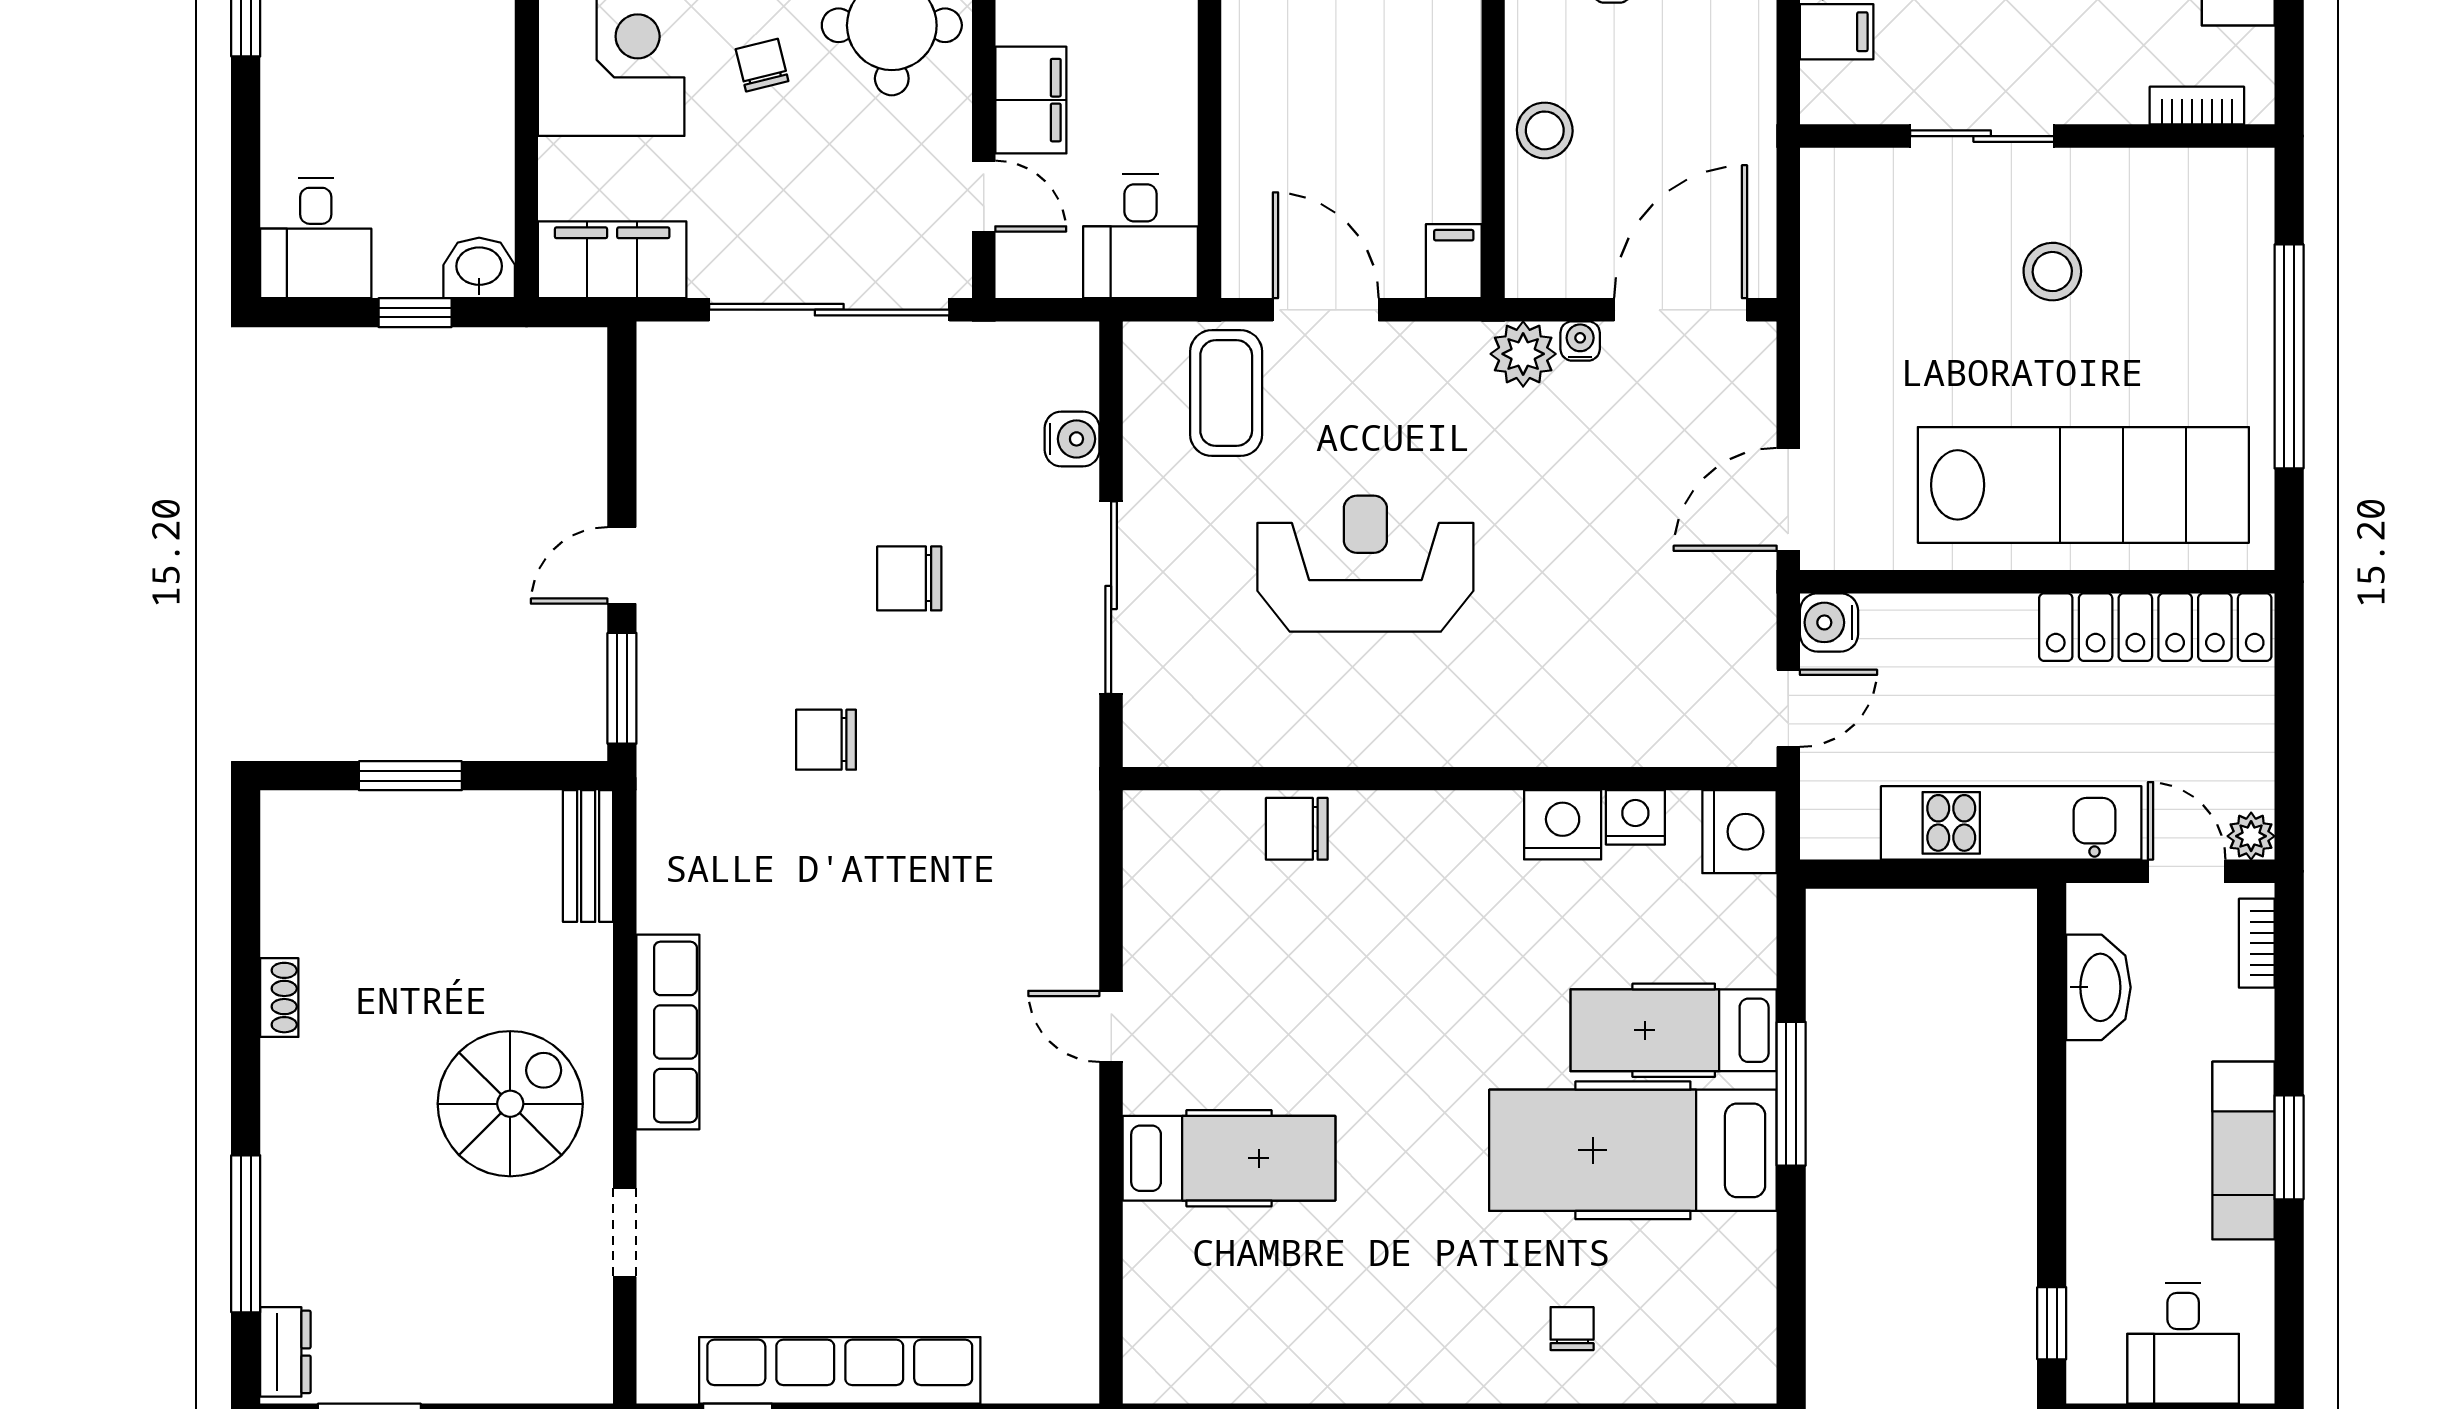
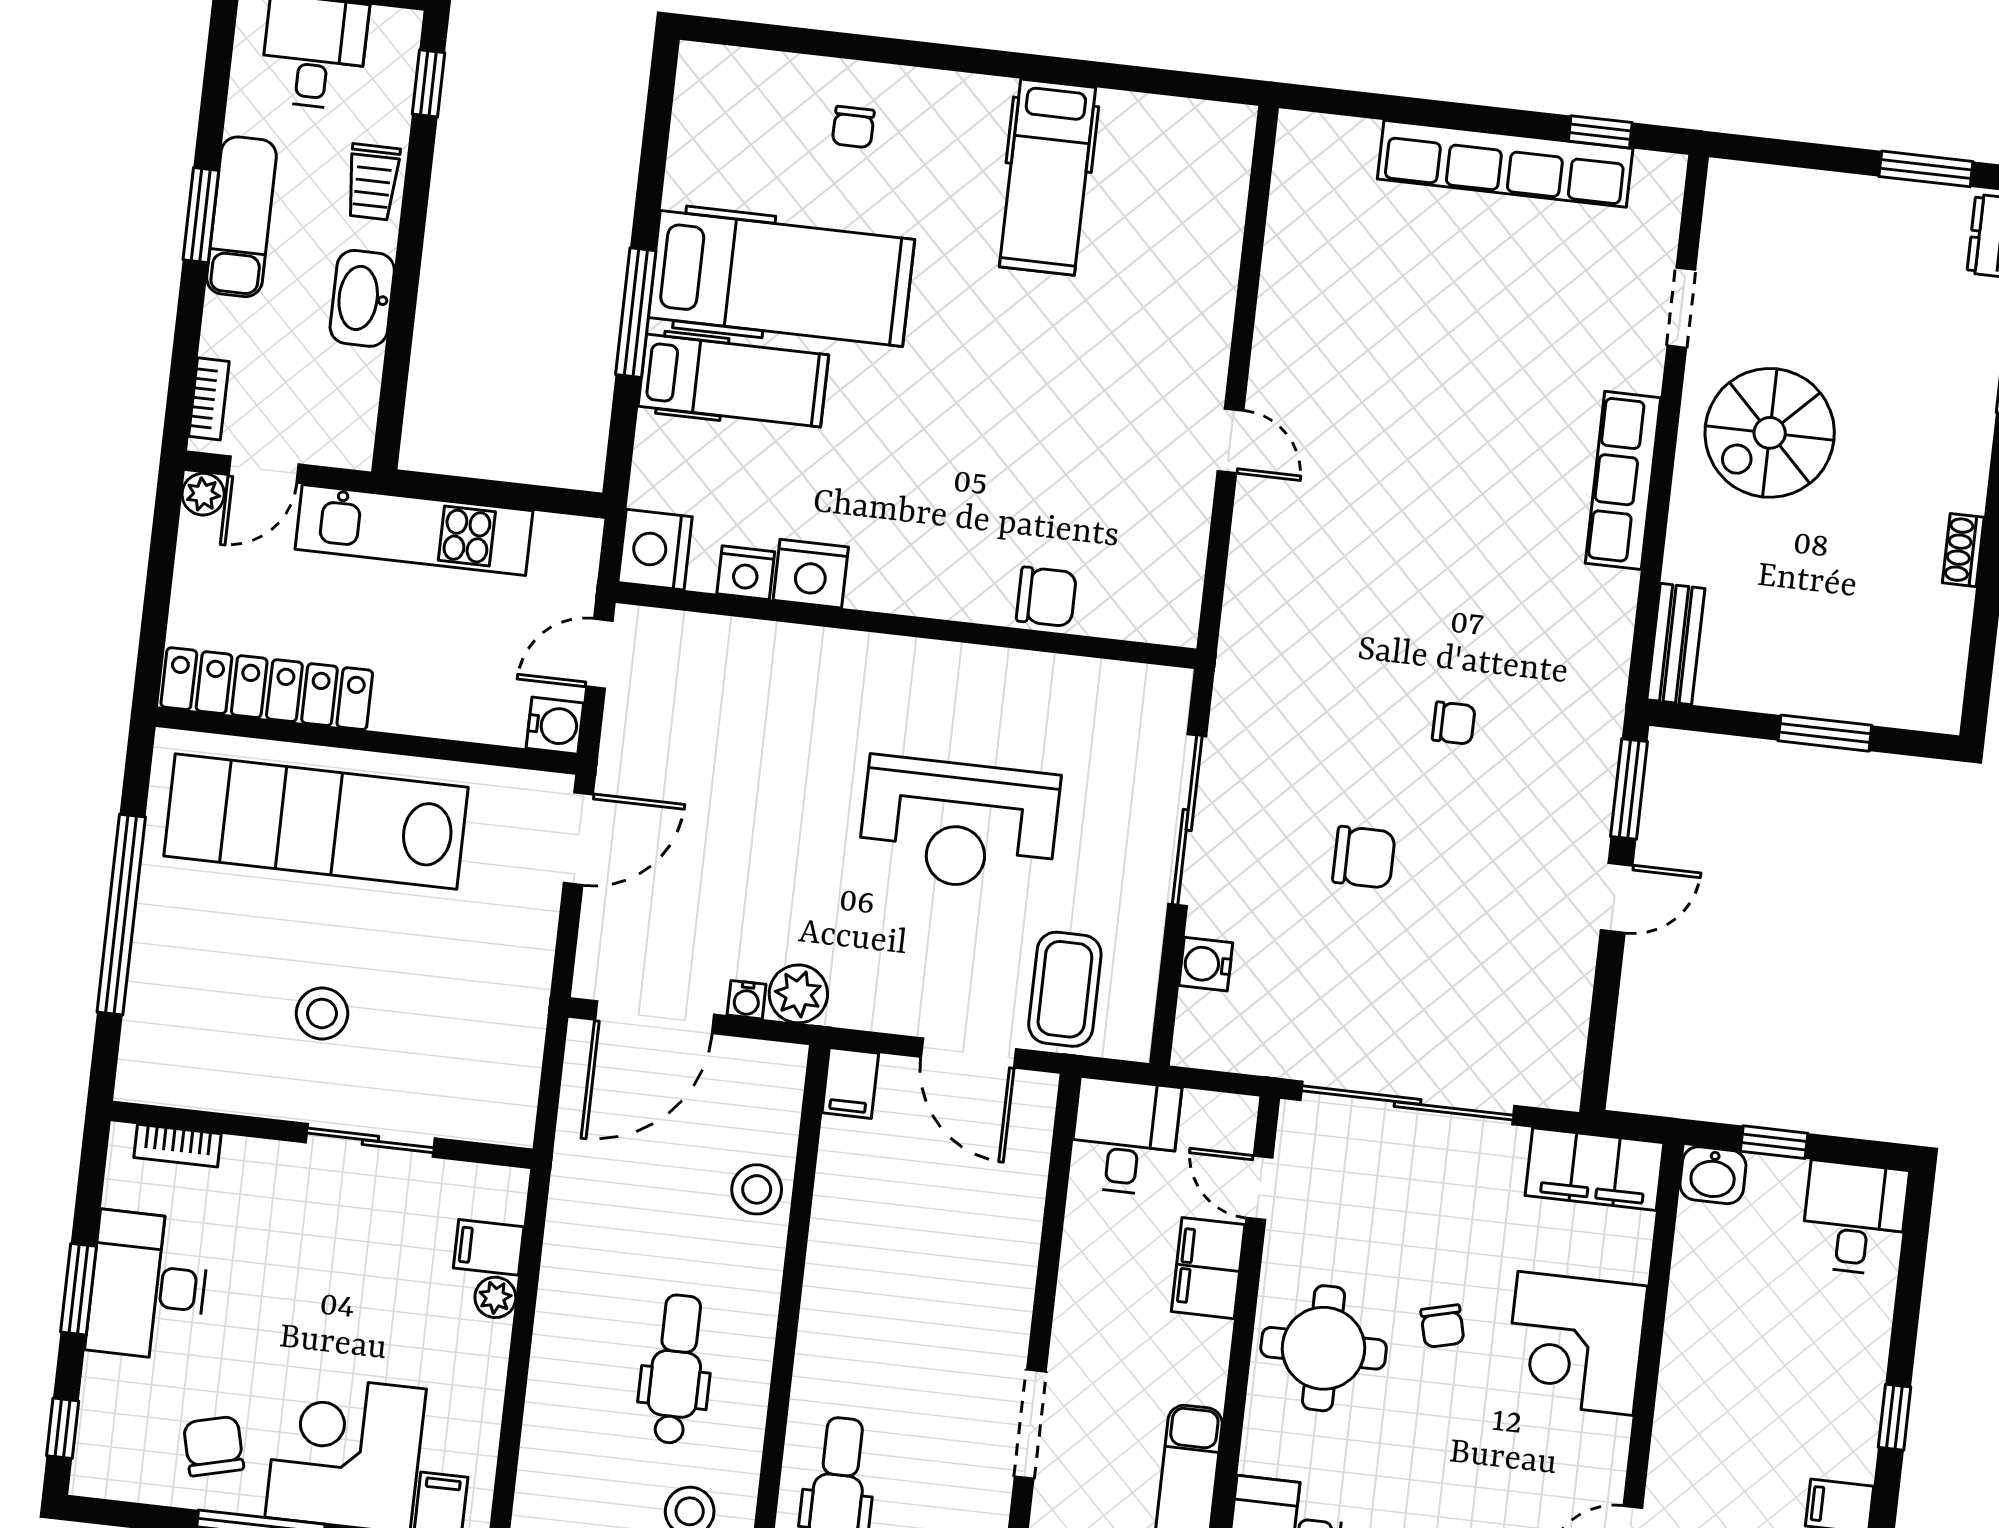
chair: (826, 740) -> (1454, 723), width x0.73, depth x0.73
door: (2187, 871) -> (264, 470), hinge flipped
washbasin: (2098, 987) -> (362, 298), moved
hospital bed: (1229, 1158) -> (1048, 177), moved, turned -90
trolley: (2101, 1206) -> (373, 182), added

